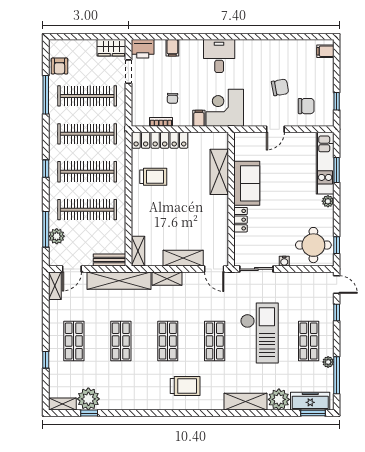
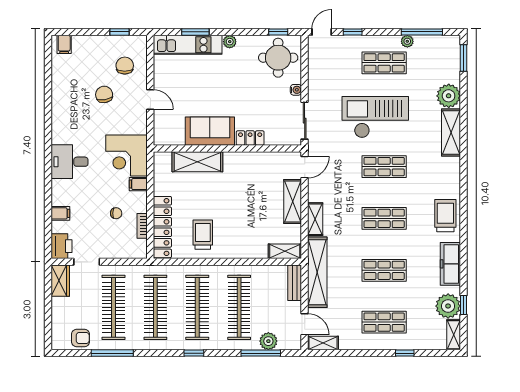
trolley: (185, 386) -> (445, 216), moved
freezer: (310, 401) -> (450, 264), moved

